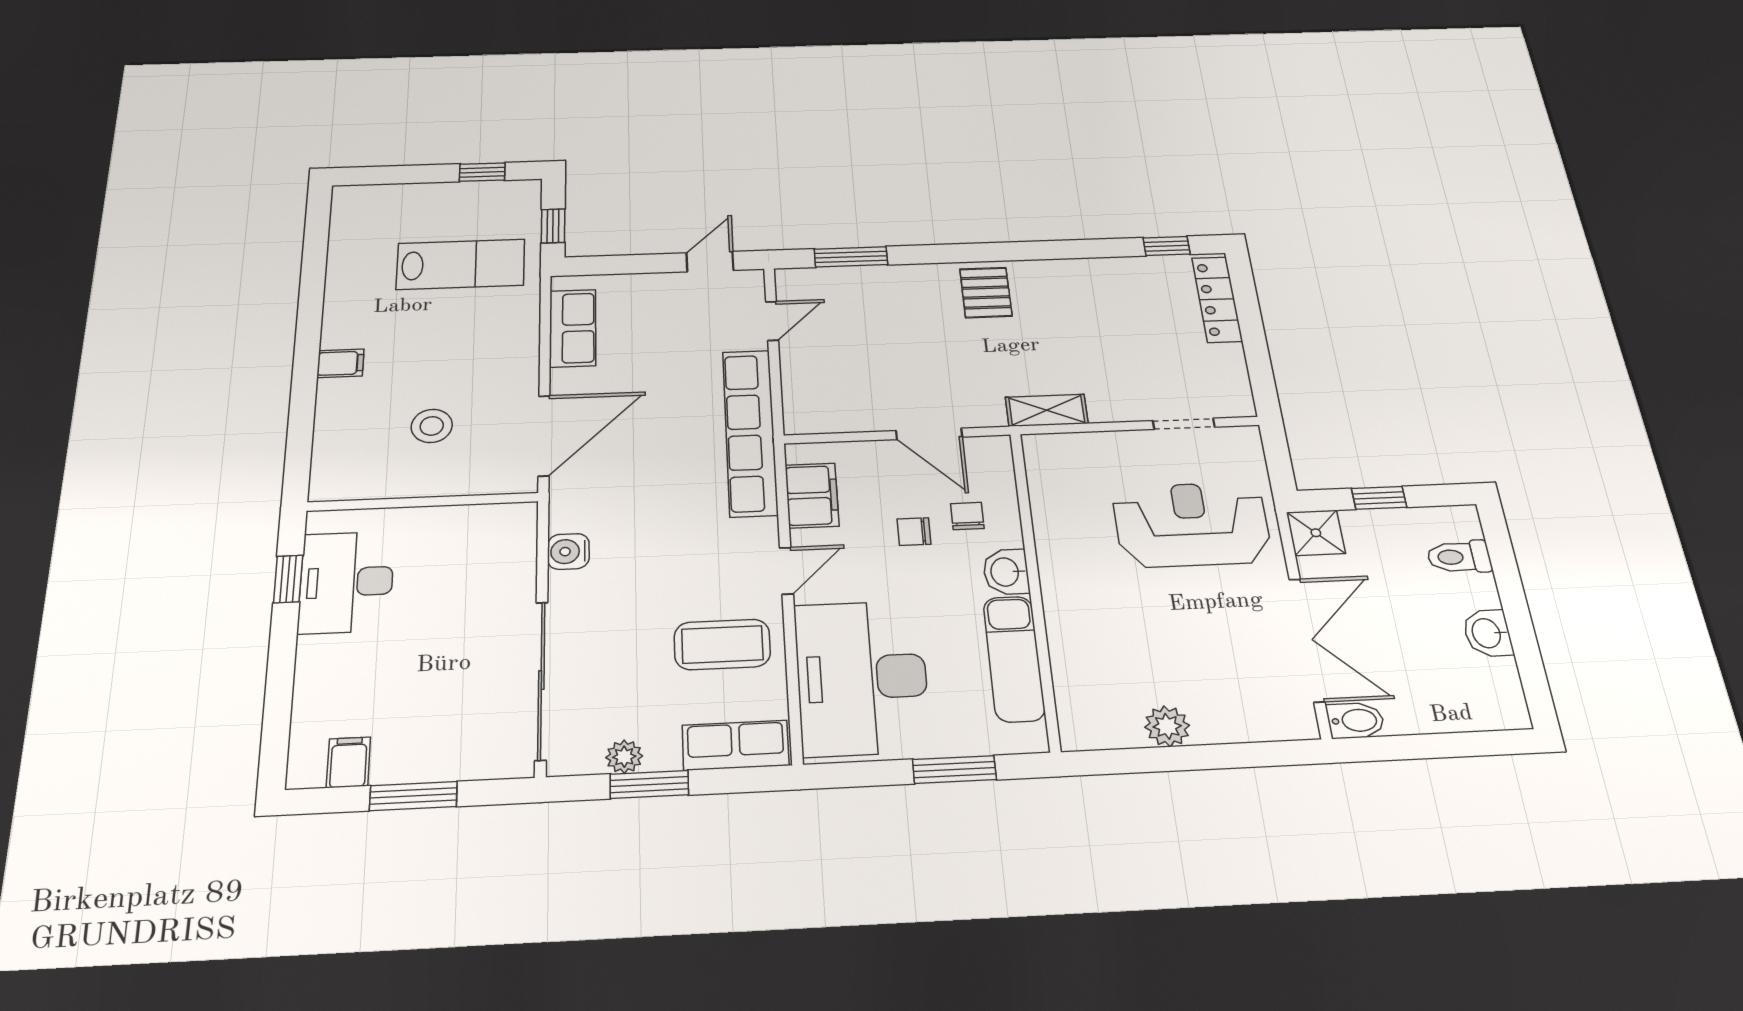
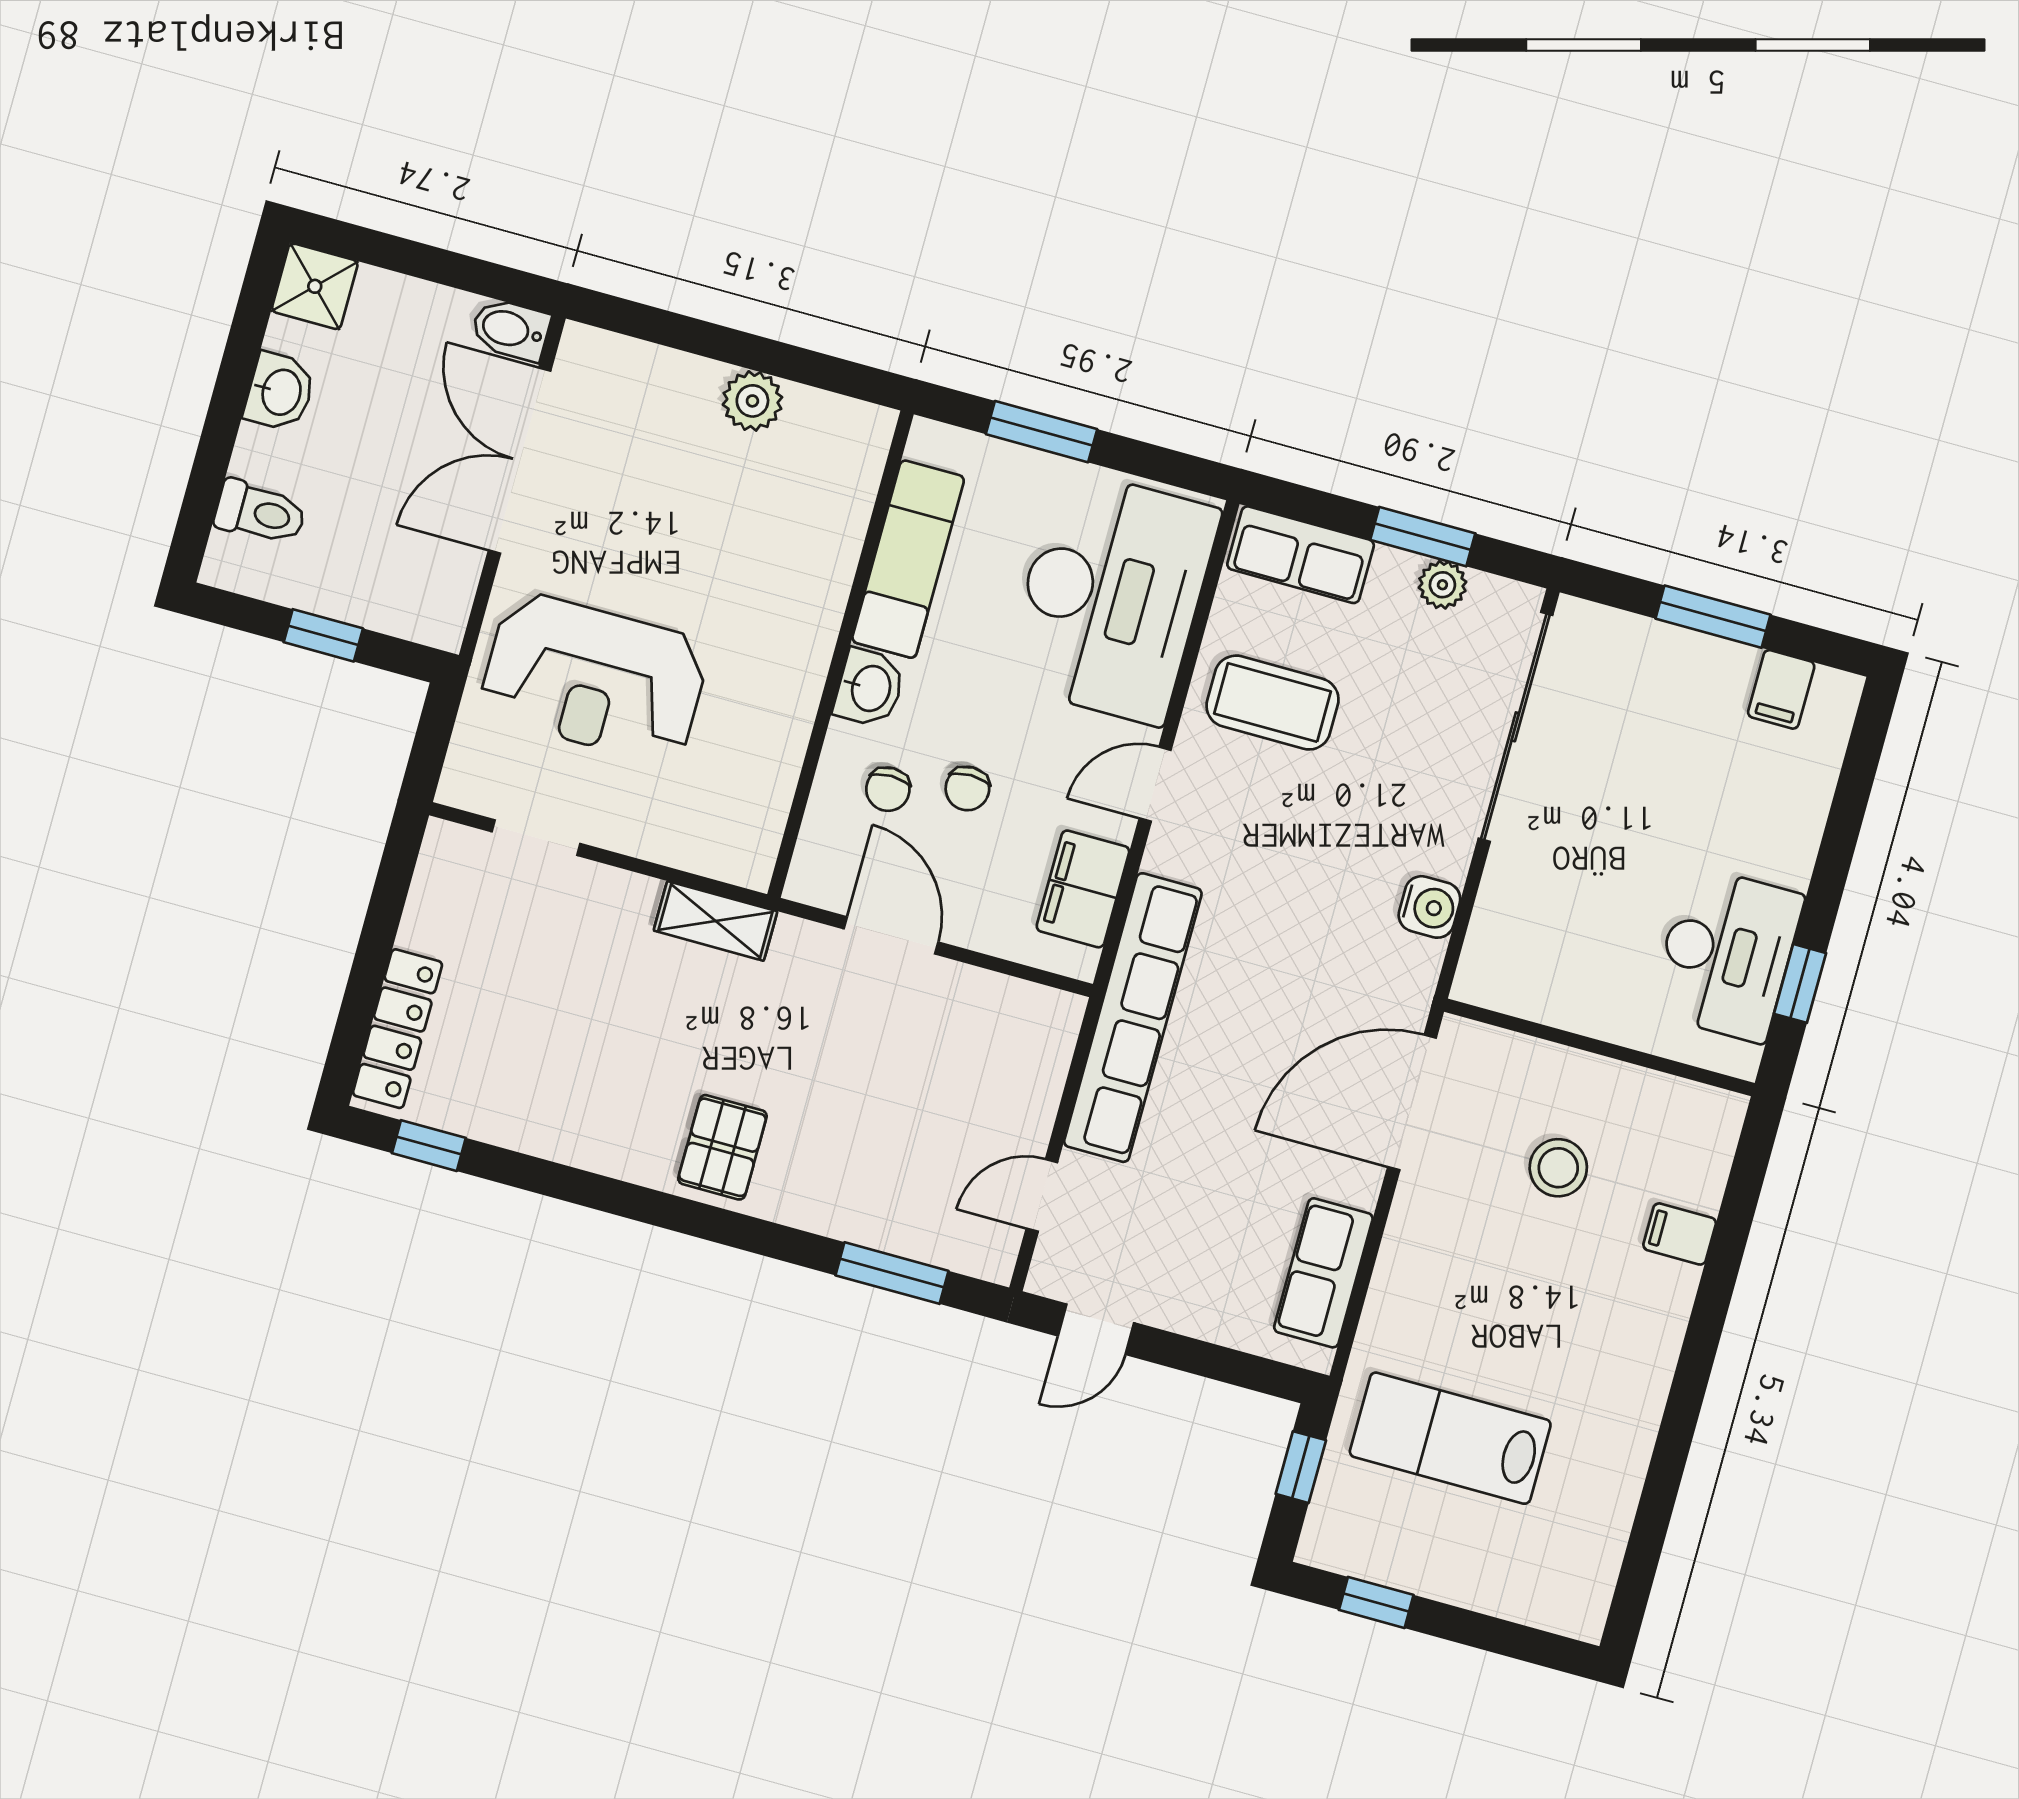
filing cabinet: (340, 363) -> (1680, 1234), moved
chair: (914, 532) -> (967, 788), turned 90
shower: (1316, 533) -> (315, 286), moved

